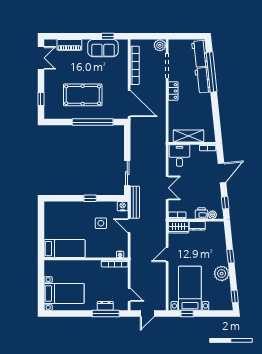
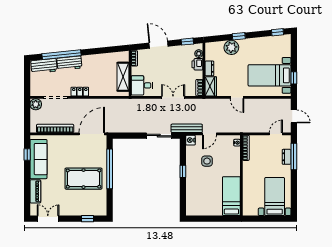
sofa: (103, 48) -> (38, 159), width x1.36
pool table: (83, 95) -> (84, 179), turned 90
plant: (222, 274) -> (231, 47), moved

